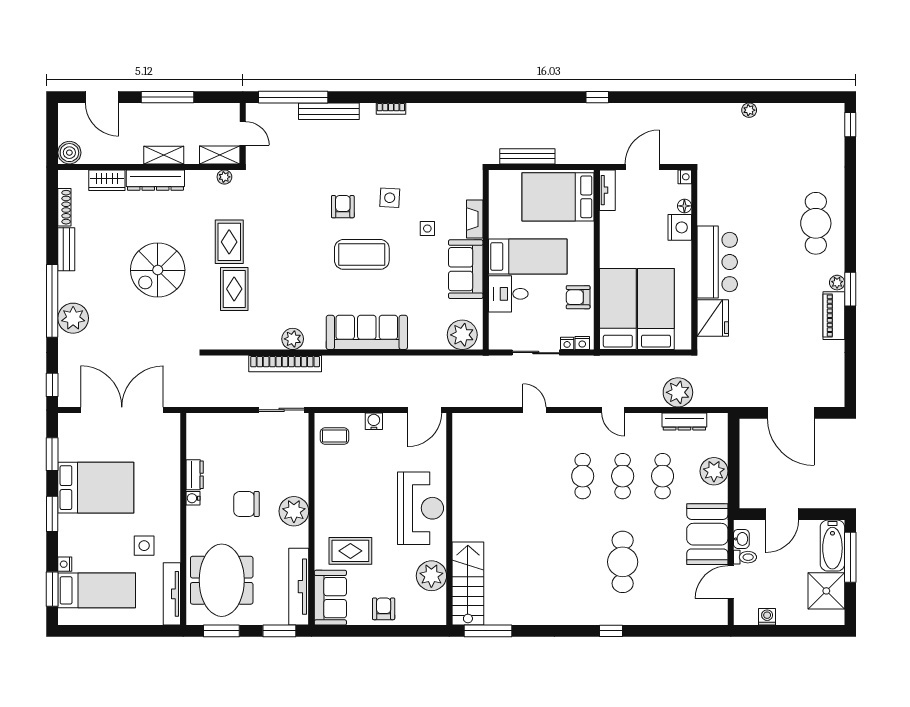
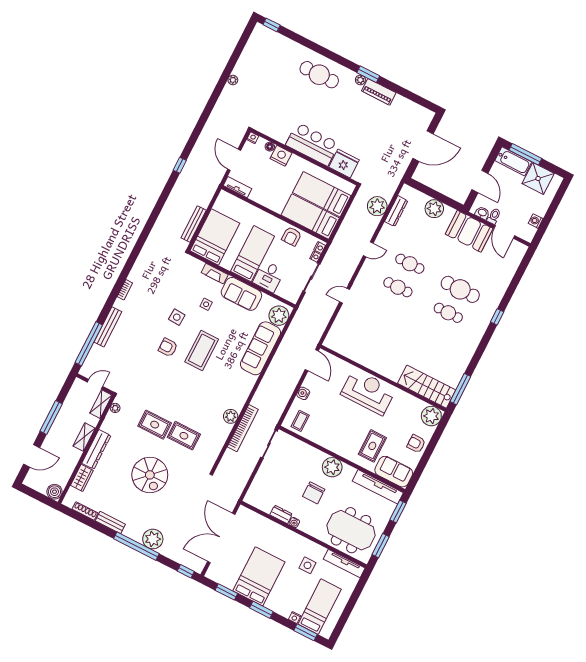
bed: (558, 197) -> (215, 237), moved, turned 180
sofa: (367, 332) -> (260, 348), moved
cafe table: (663, 476) -> (448, 313), moved
plant: (431, 576) -> (431, 416), moved

